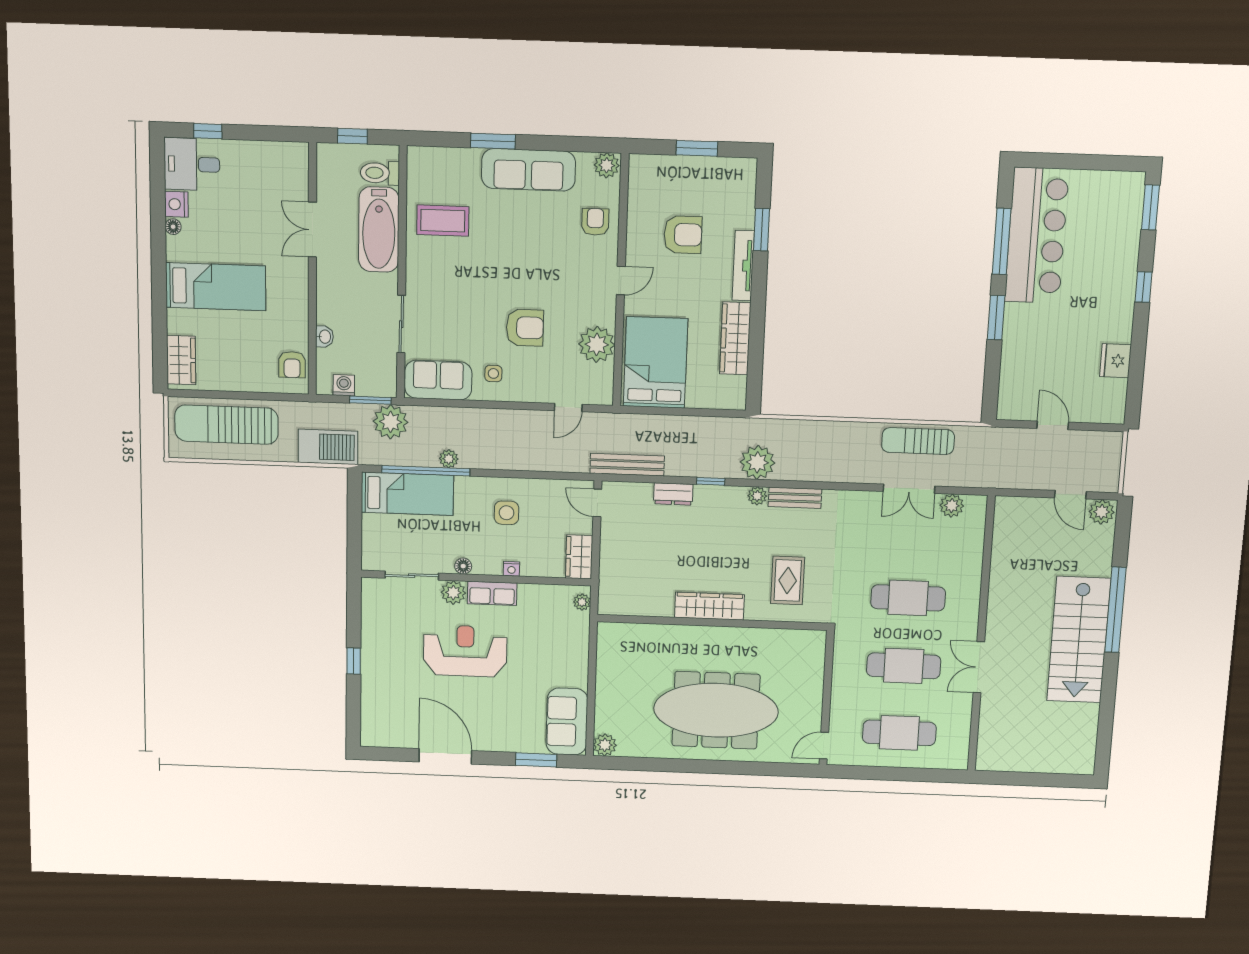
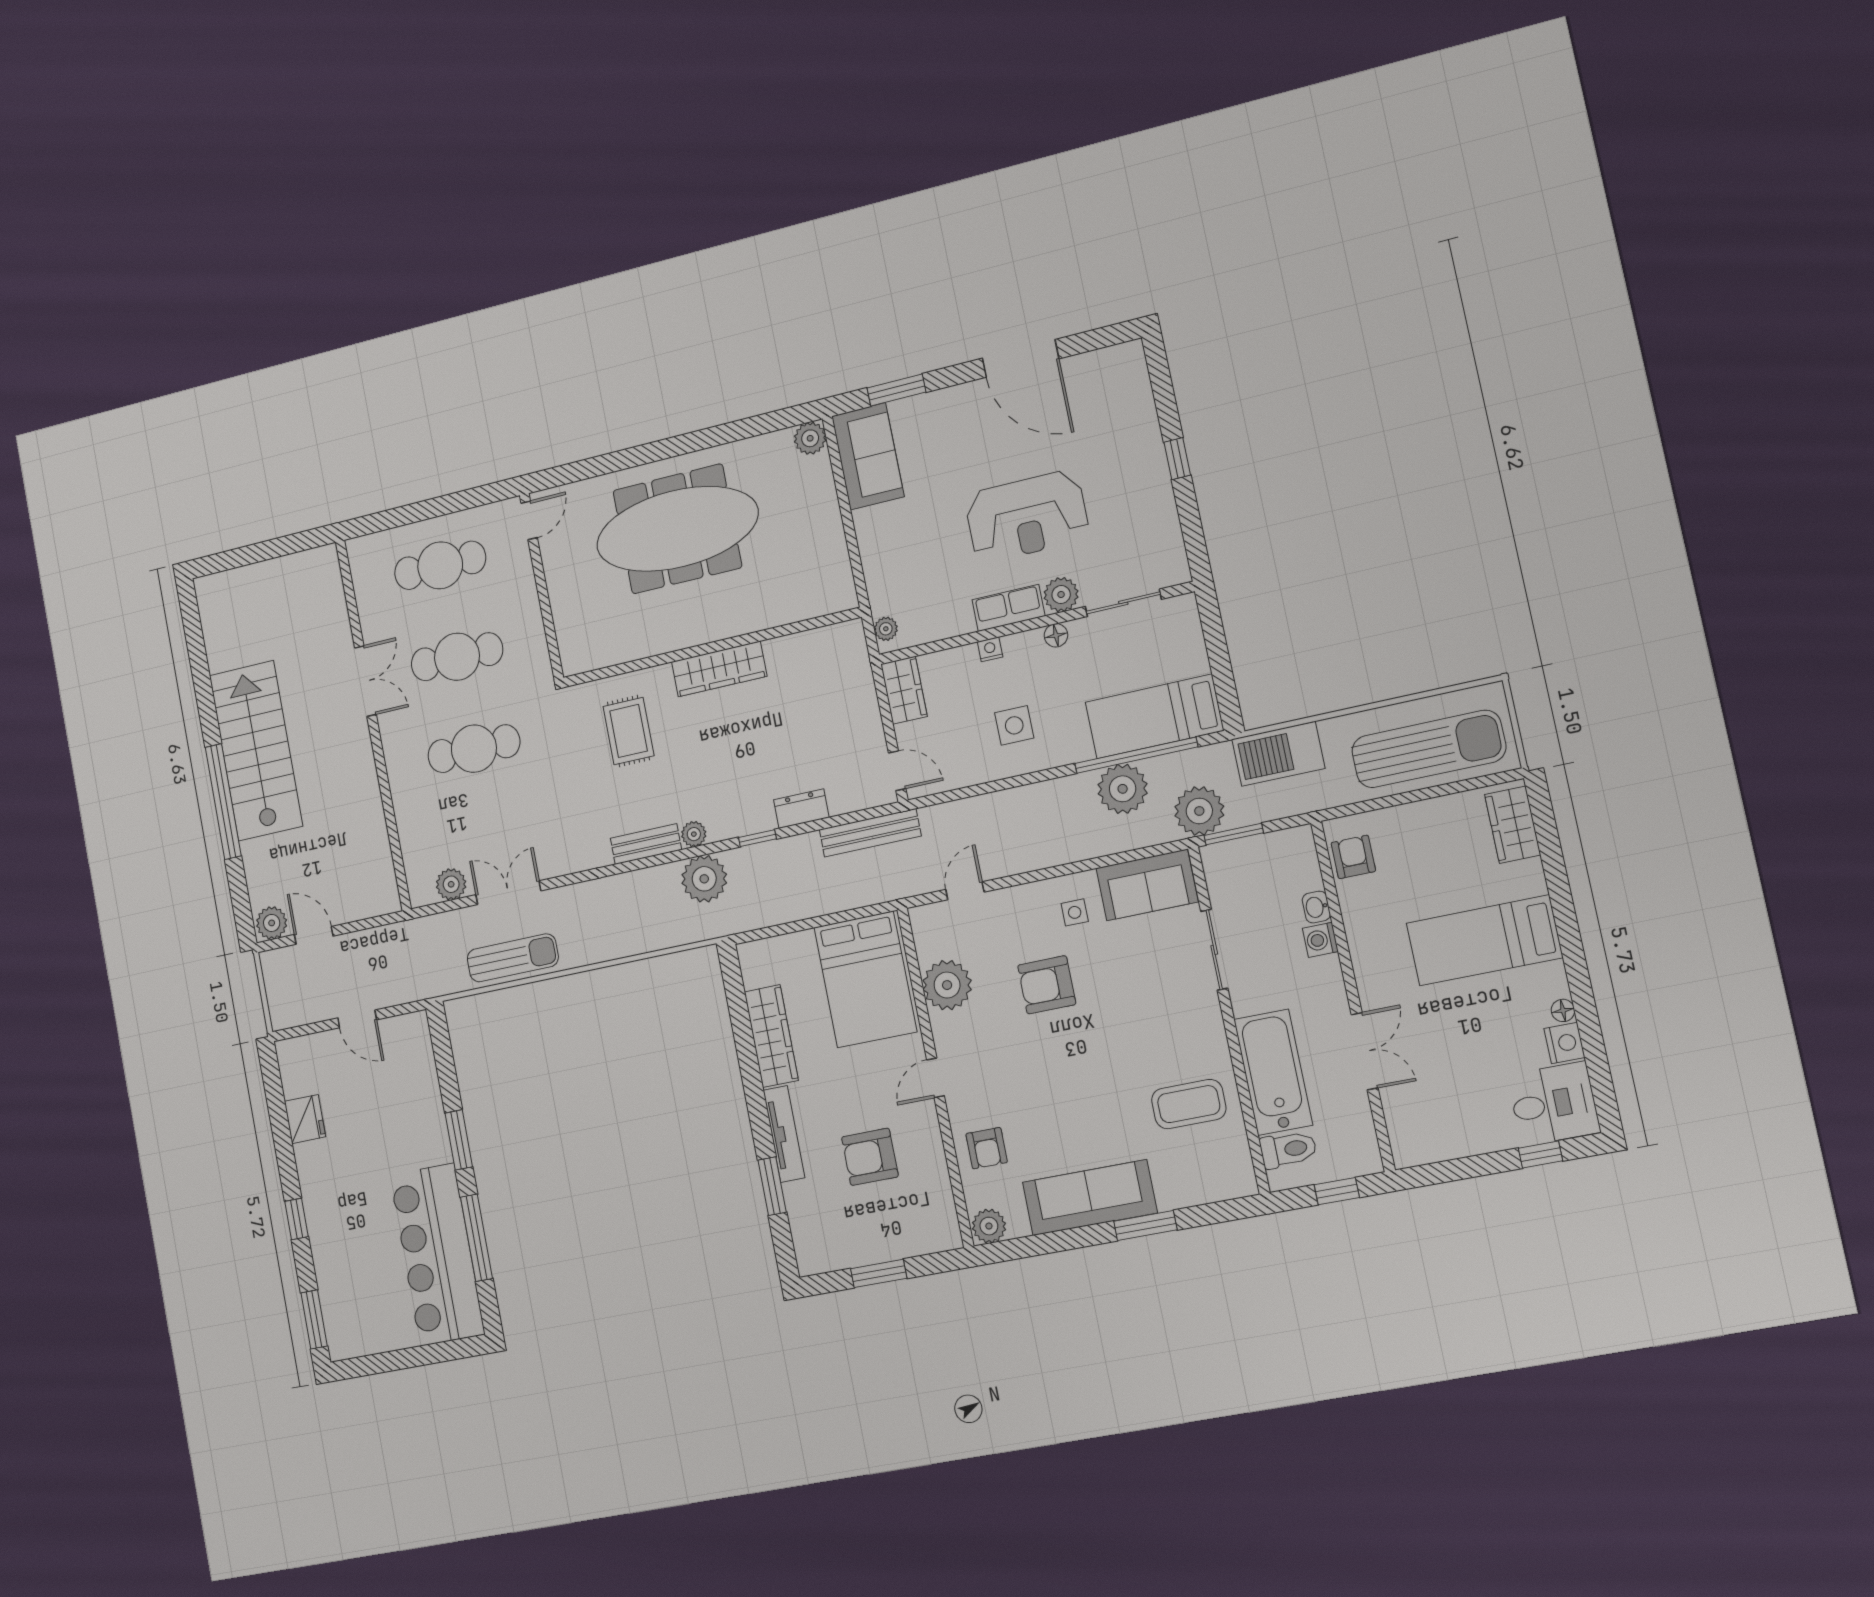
washing machine: (344, 385) -> (1320, 940), moved, turned 90
plant: (449, 459) -> (1123, 789), width x1.87, depth x1.87

